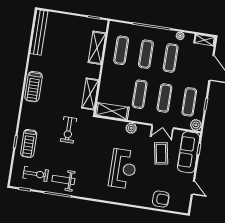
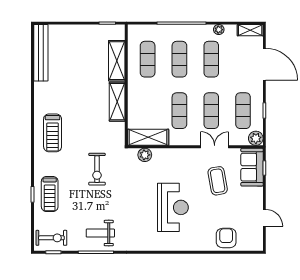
treadmill: (34, 87) -> (53, 133), moved
shelving: (90, 94) -> (117, 102), moved
double door: (163, 127) -> (215, 147), swing flipped
plant: (131, 128) -> (145, 155), moved
sofa: (189, 152) -> (252, 167), width x0.73
exercise bike: (36, 174) -> (51, 238), moved
armchair: (161, 199) -> (226, 238), turned -91

